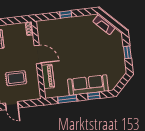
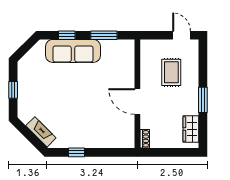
window: (66, 14) -> (76, 152), moved
piano: (48, 76) -> (127, 70), removed
rug: (16, 78) -> (171, 72), turned 90

